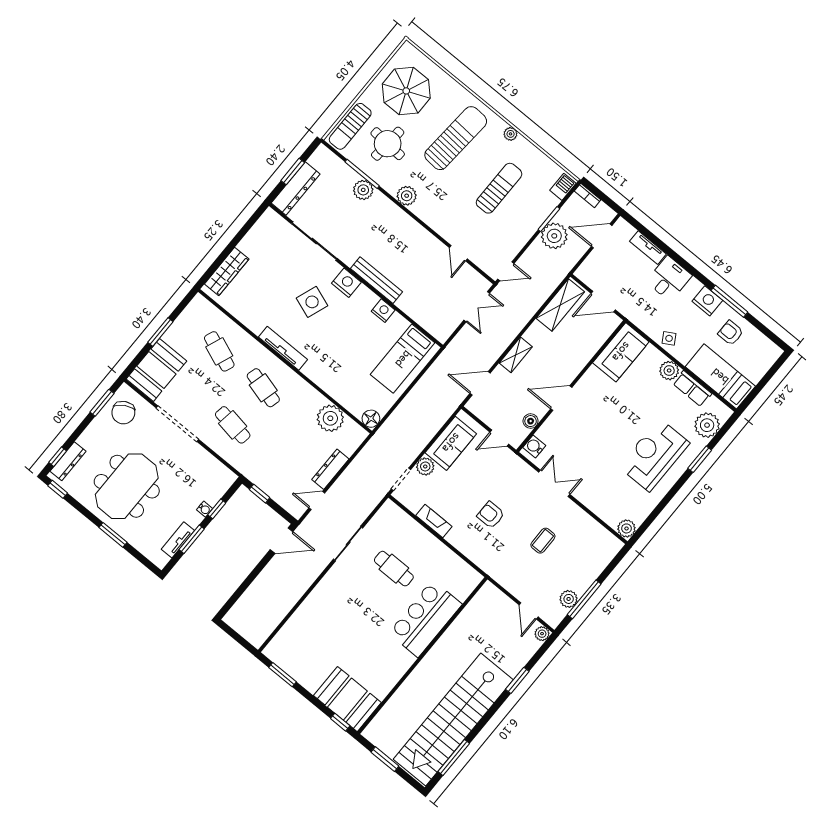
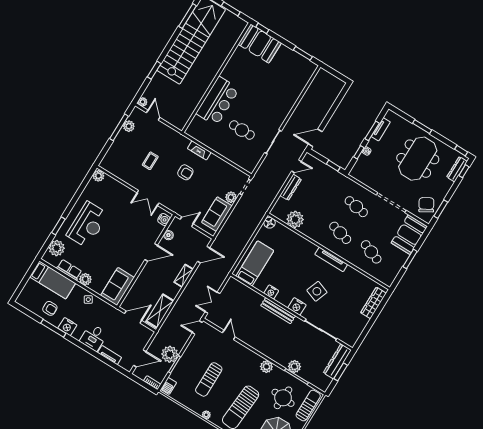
fireplace: (434, 521) -> (199, 150), moved

